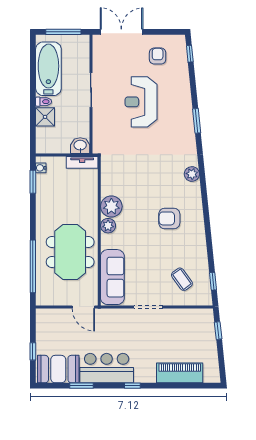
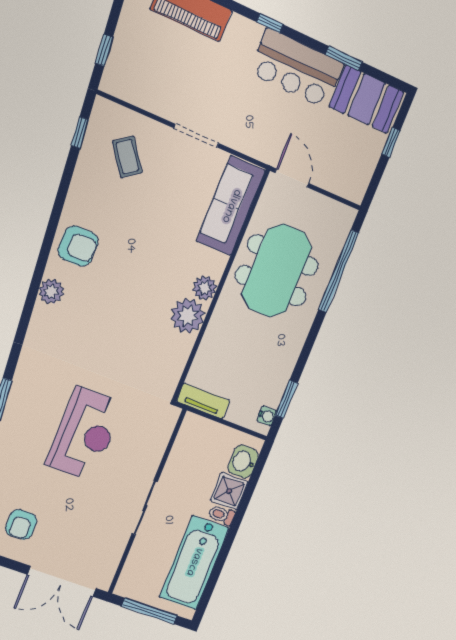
reception desk: (141, 102) -> (85, 434), moved
washbasin: (80, 146) -> (243, 462), moved, turned 90
plant: (192, 174) -> (51, 291), moved
armchair: (169, 218) -> (78, 246), moved

